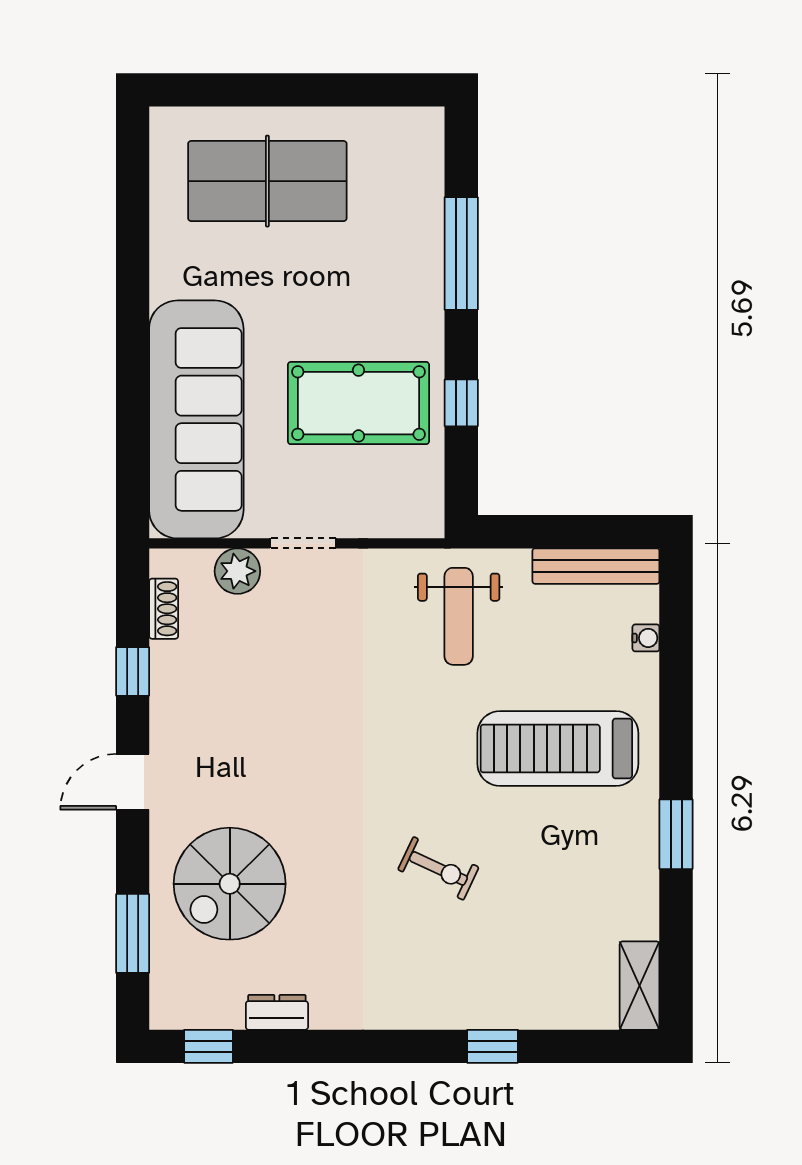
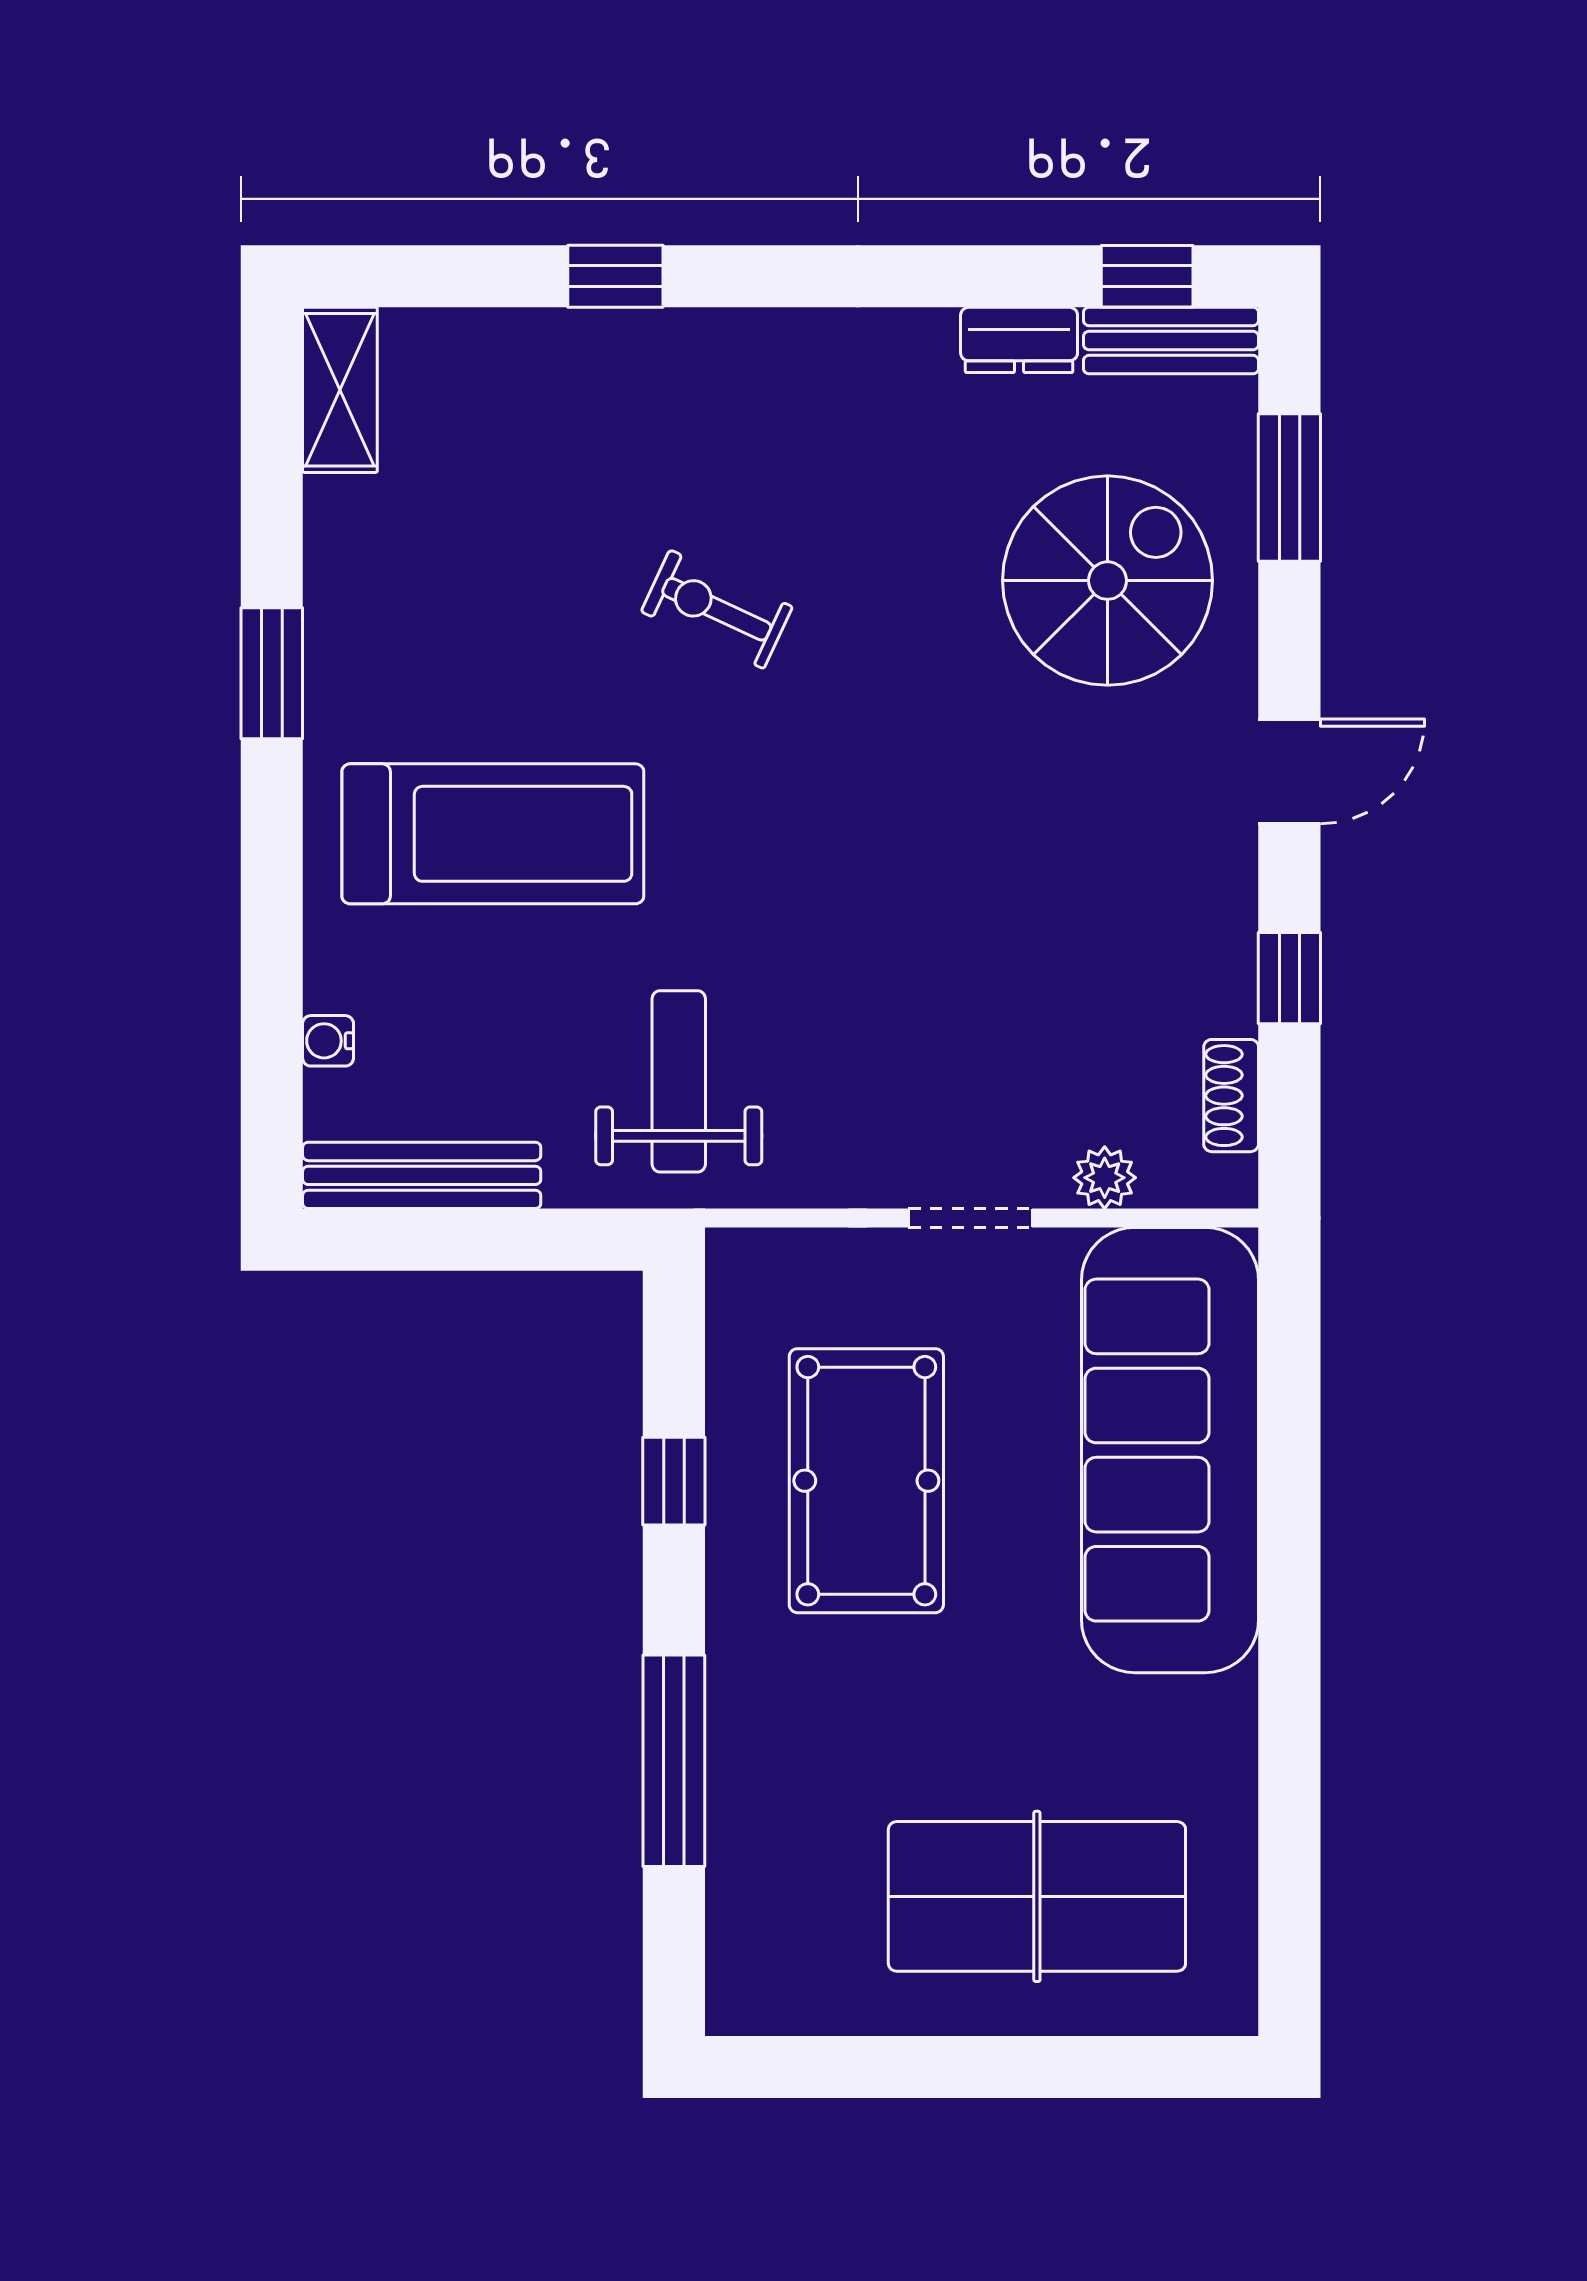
pool table: (358, 403) -> (866, 1481), turned 90
plant: (237, 571) -> (1105, 1178), width x0.73, depth x0.73
bench: (196, 1012) -> (1171, 341), added

